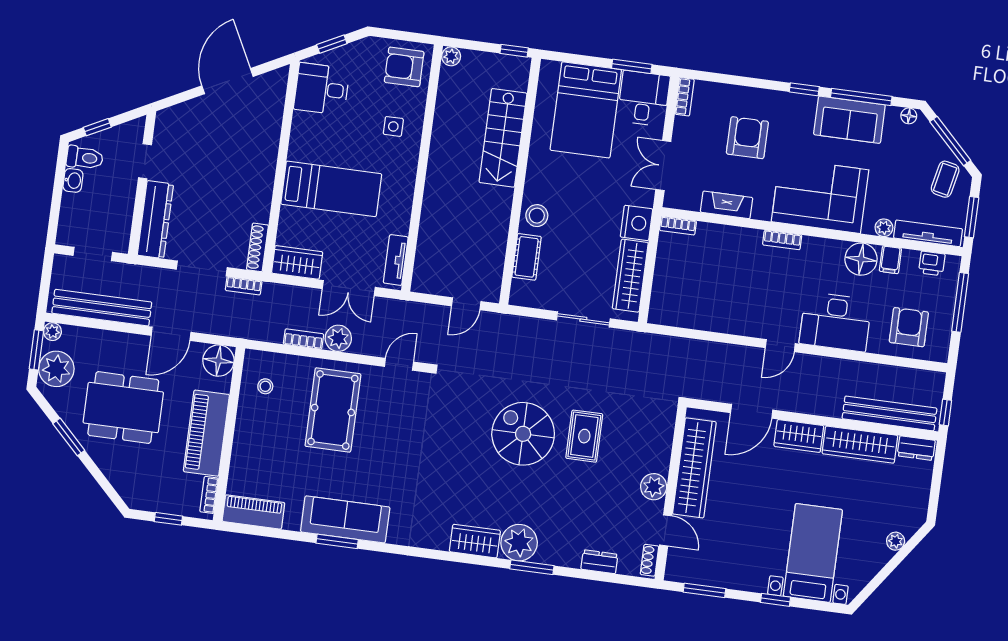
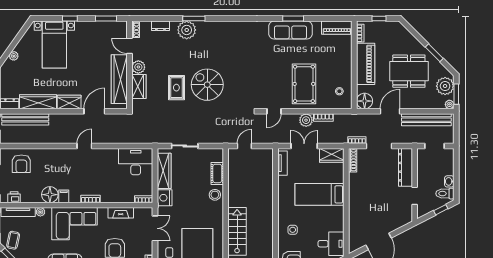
filing cabinet: (890, 260) -> (64, 196), moved
desk: (836, 322) -> (136, 162), moved
spiral stairs: (523, 434) -> (207, 85), turned 180
wardrobe: (475, 541) -> (139, 87), moved, turned -90
plant: (519, 543) -> (187, 30), moved

